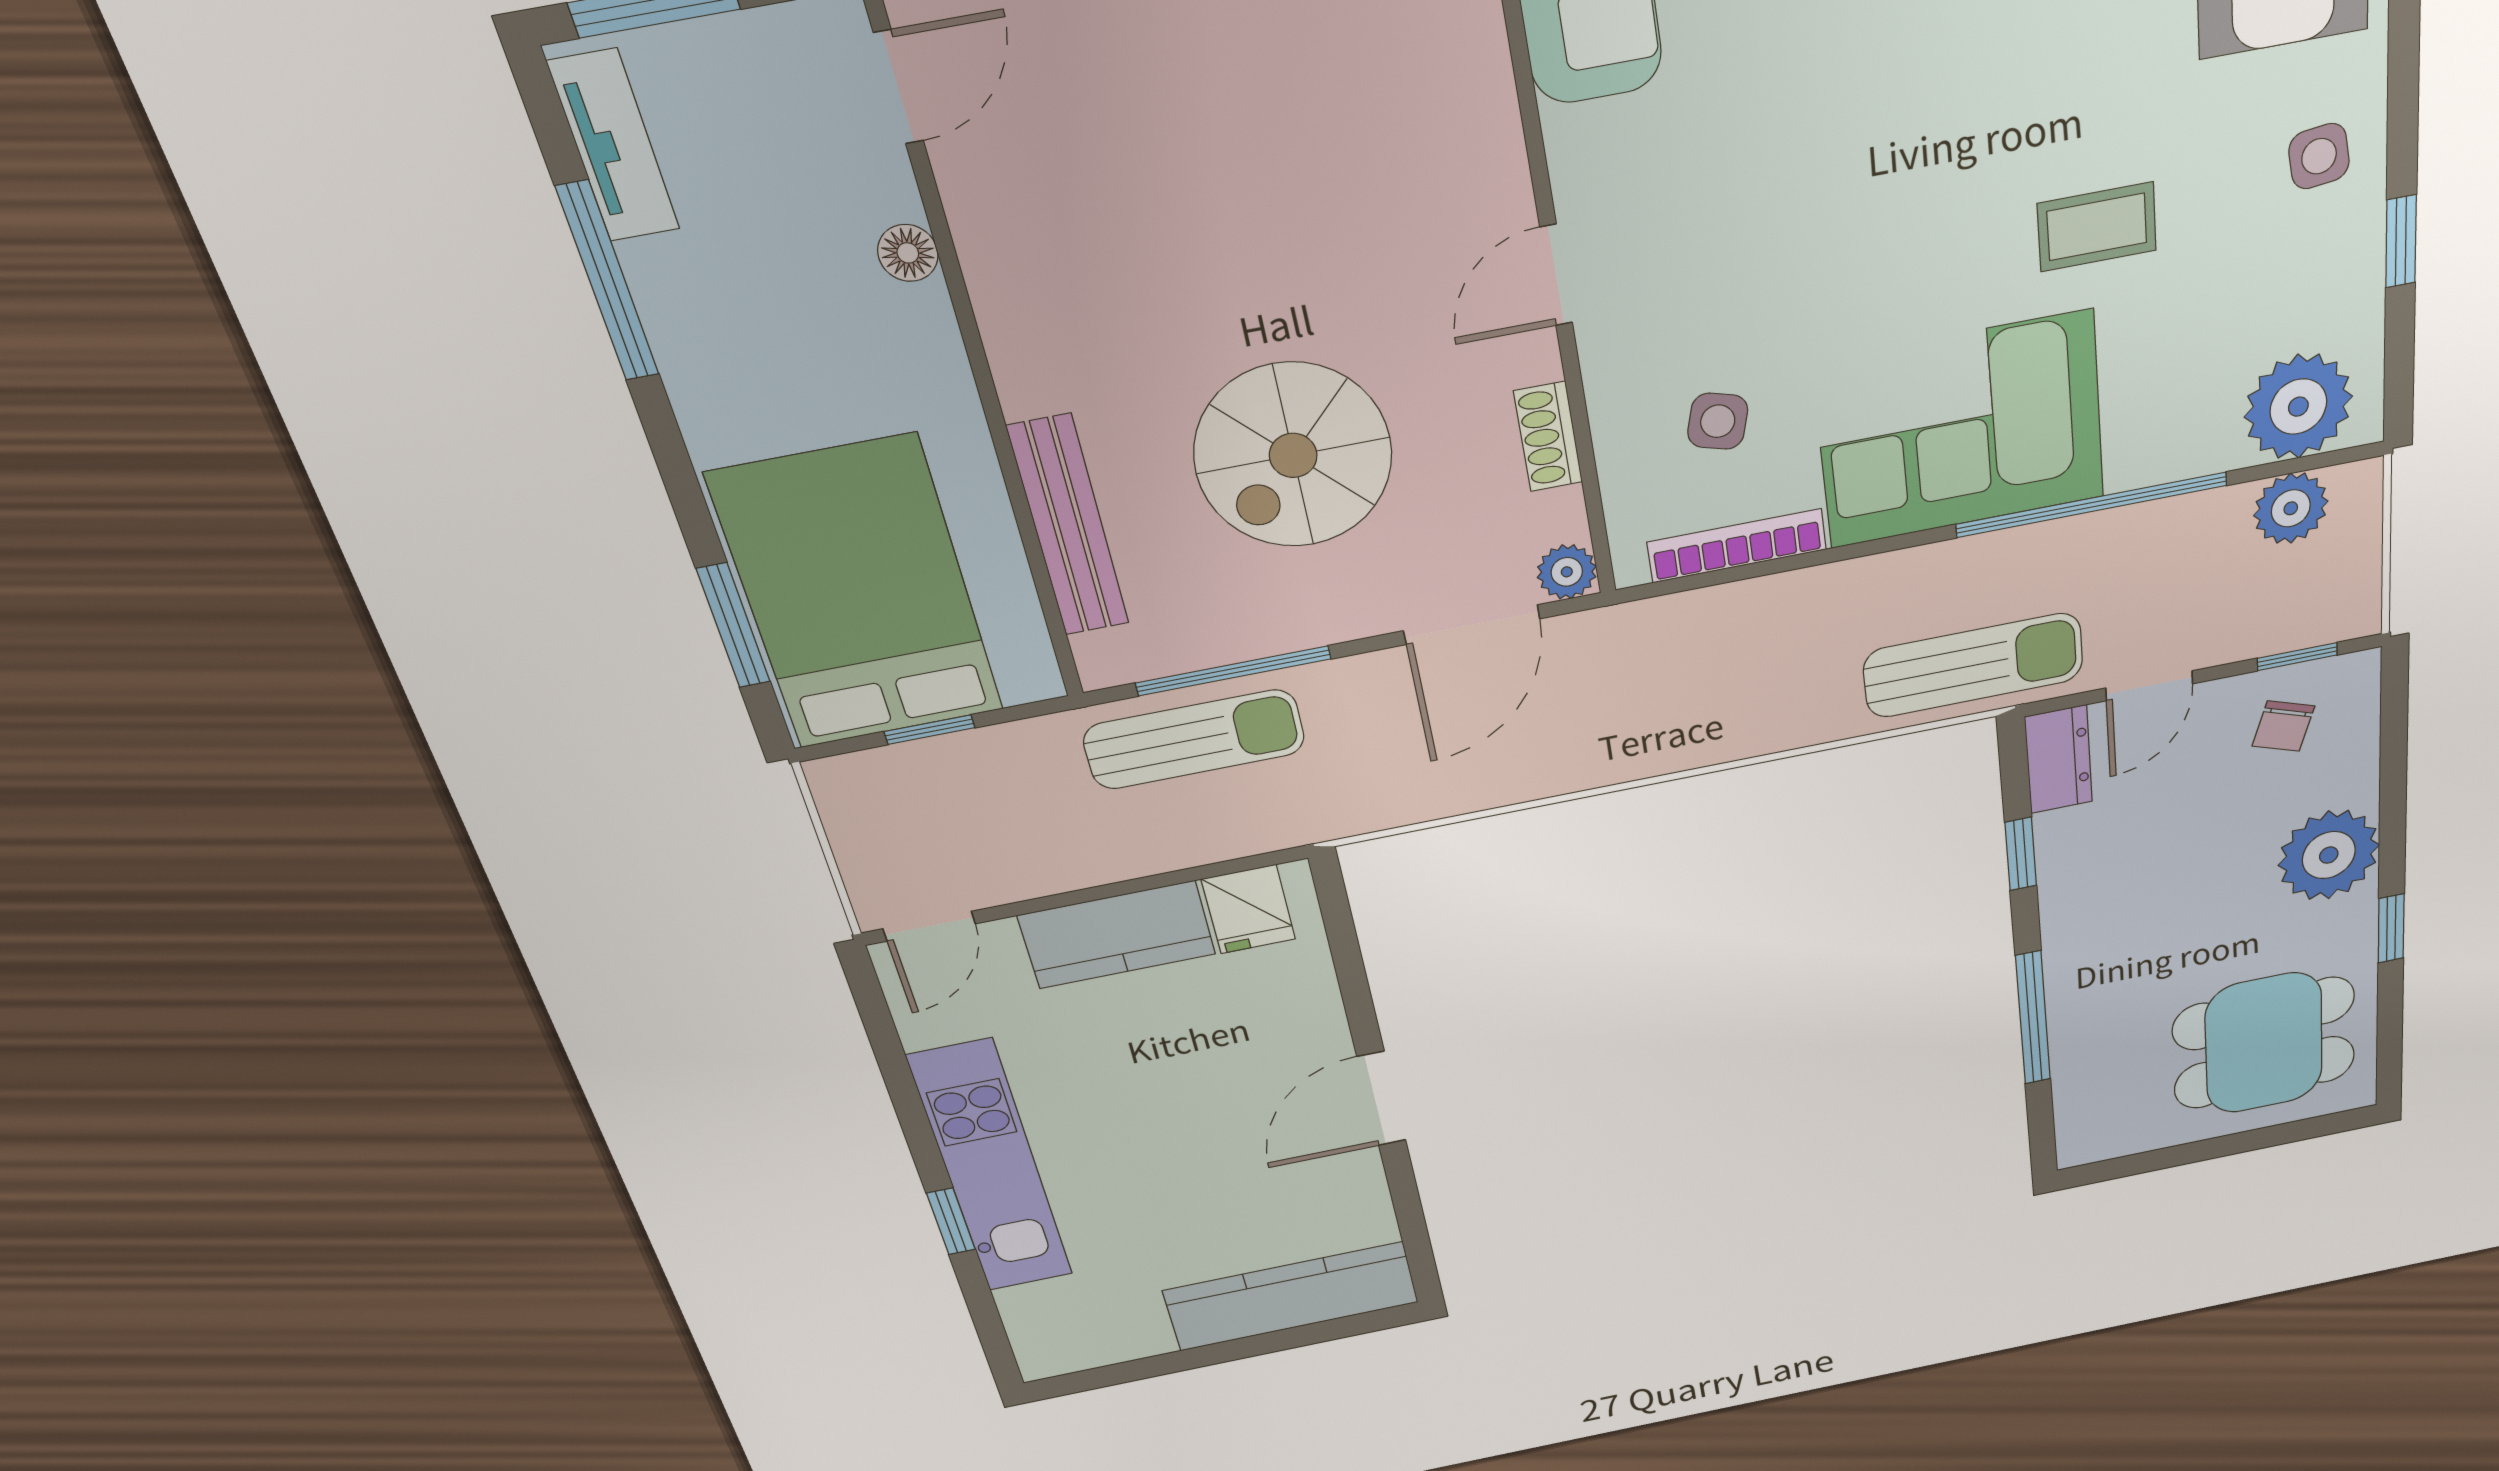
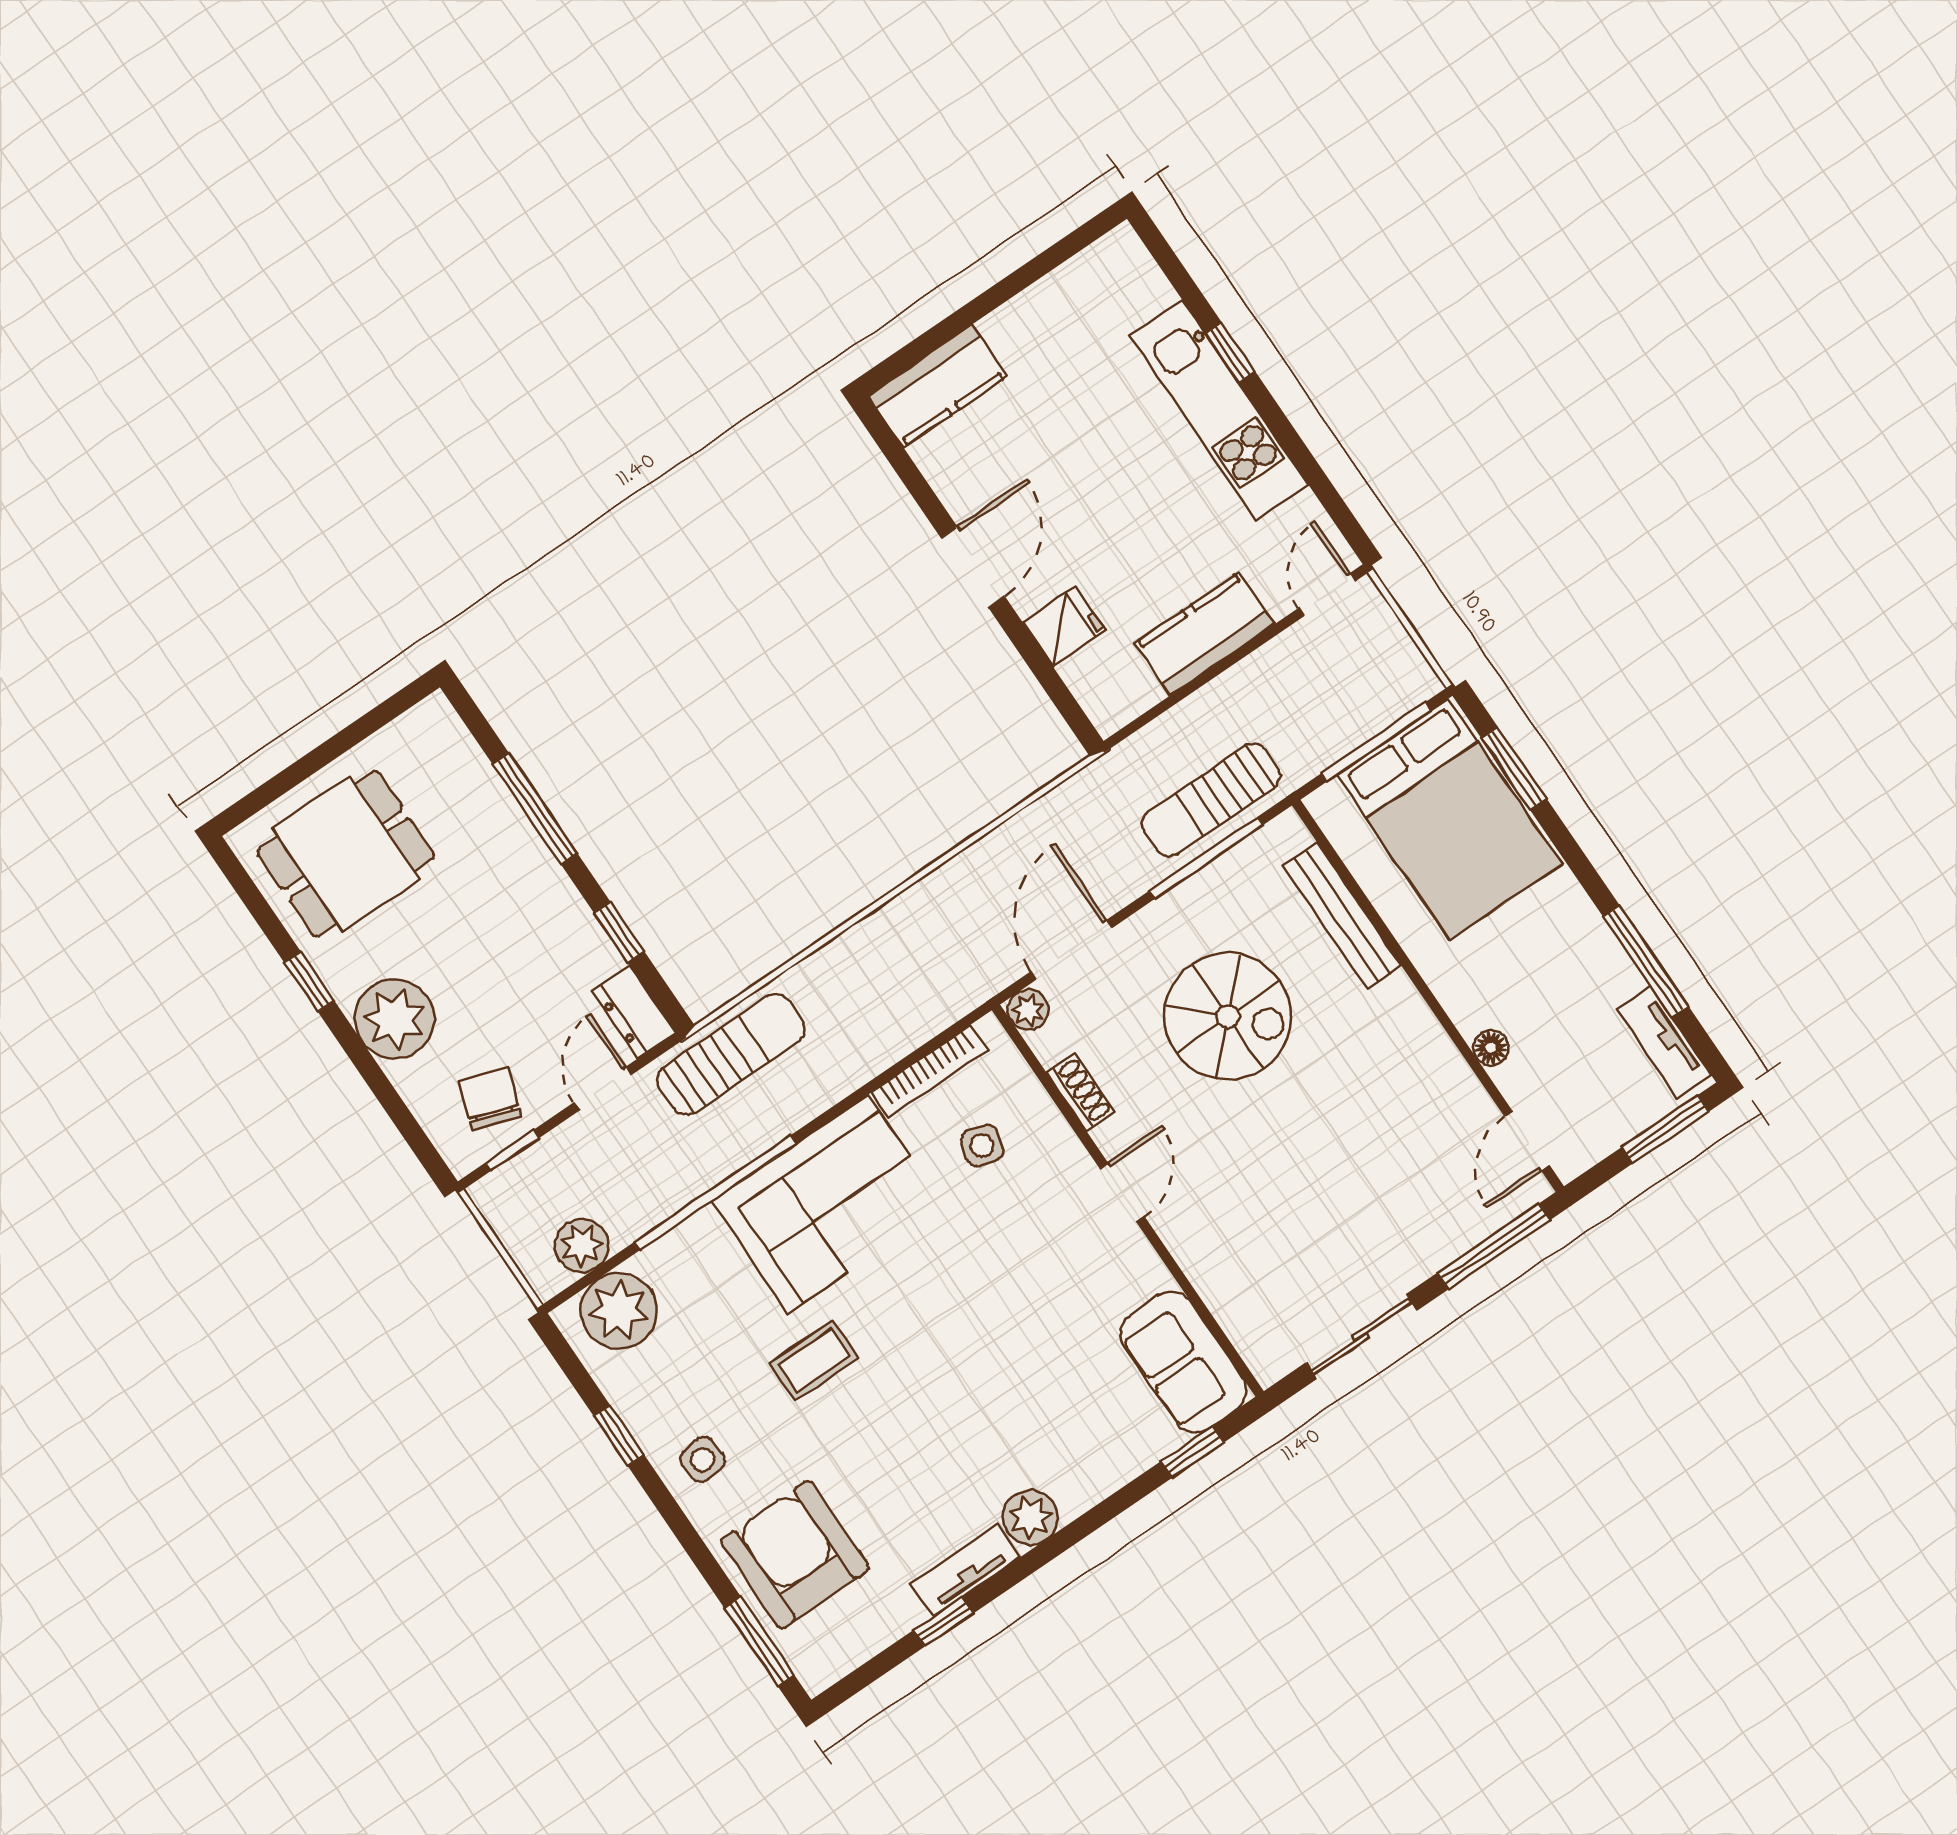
spiral stairs: (1293, 455) -> (1228, 1016), turned 90
sun lounger: (1973, 665) -> (731, 1054), turned 180
chair: (2283, 726) -> (490, 1099), width x1.37, depth x1.37
window: (930, 730) -> (1376, 742), width x2.17
fridge: (1248, 909) -> (1064, 626), moved, turned 90
kitchen counter: (1291, 1296) -> (938, 386), width x0.67

